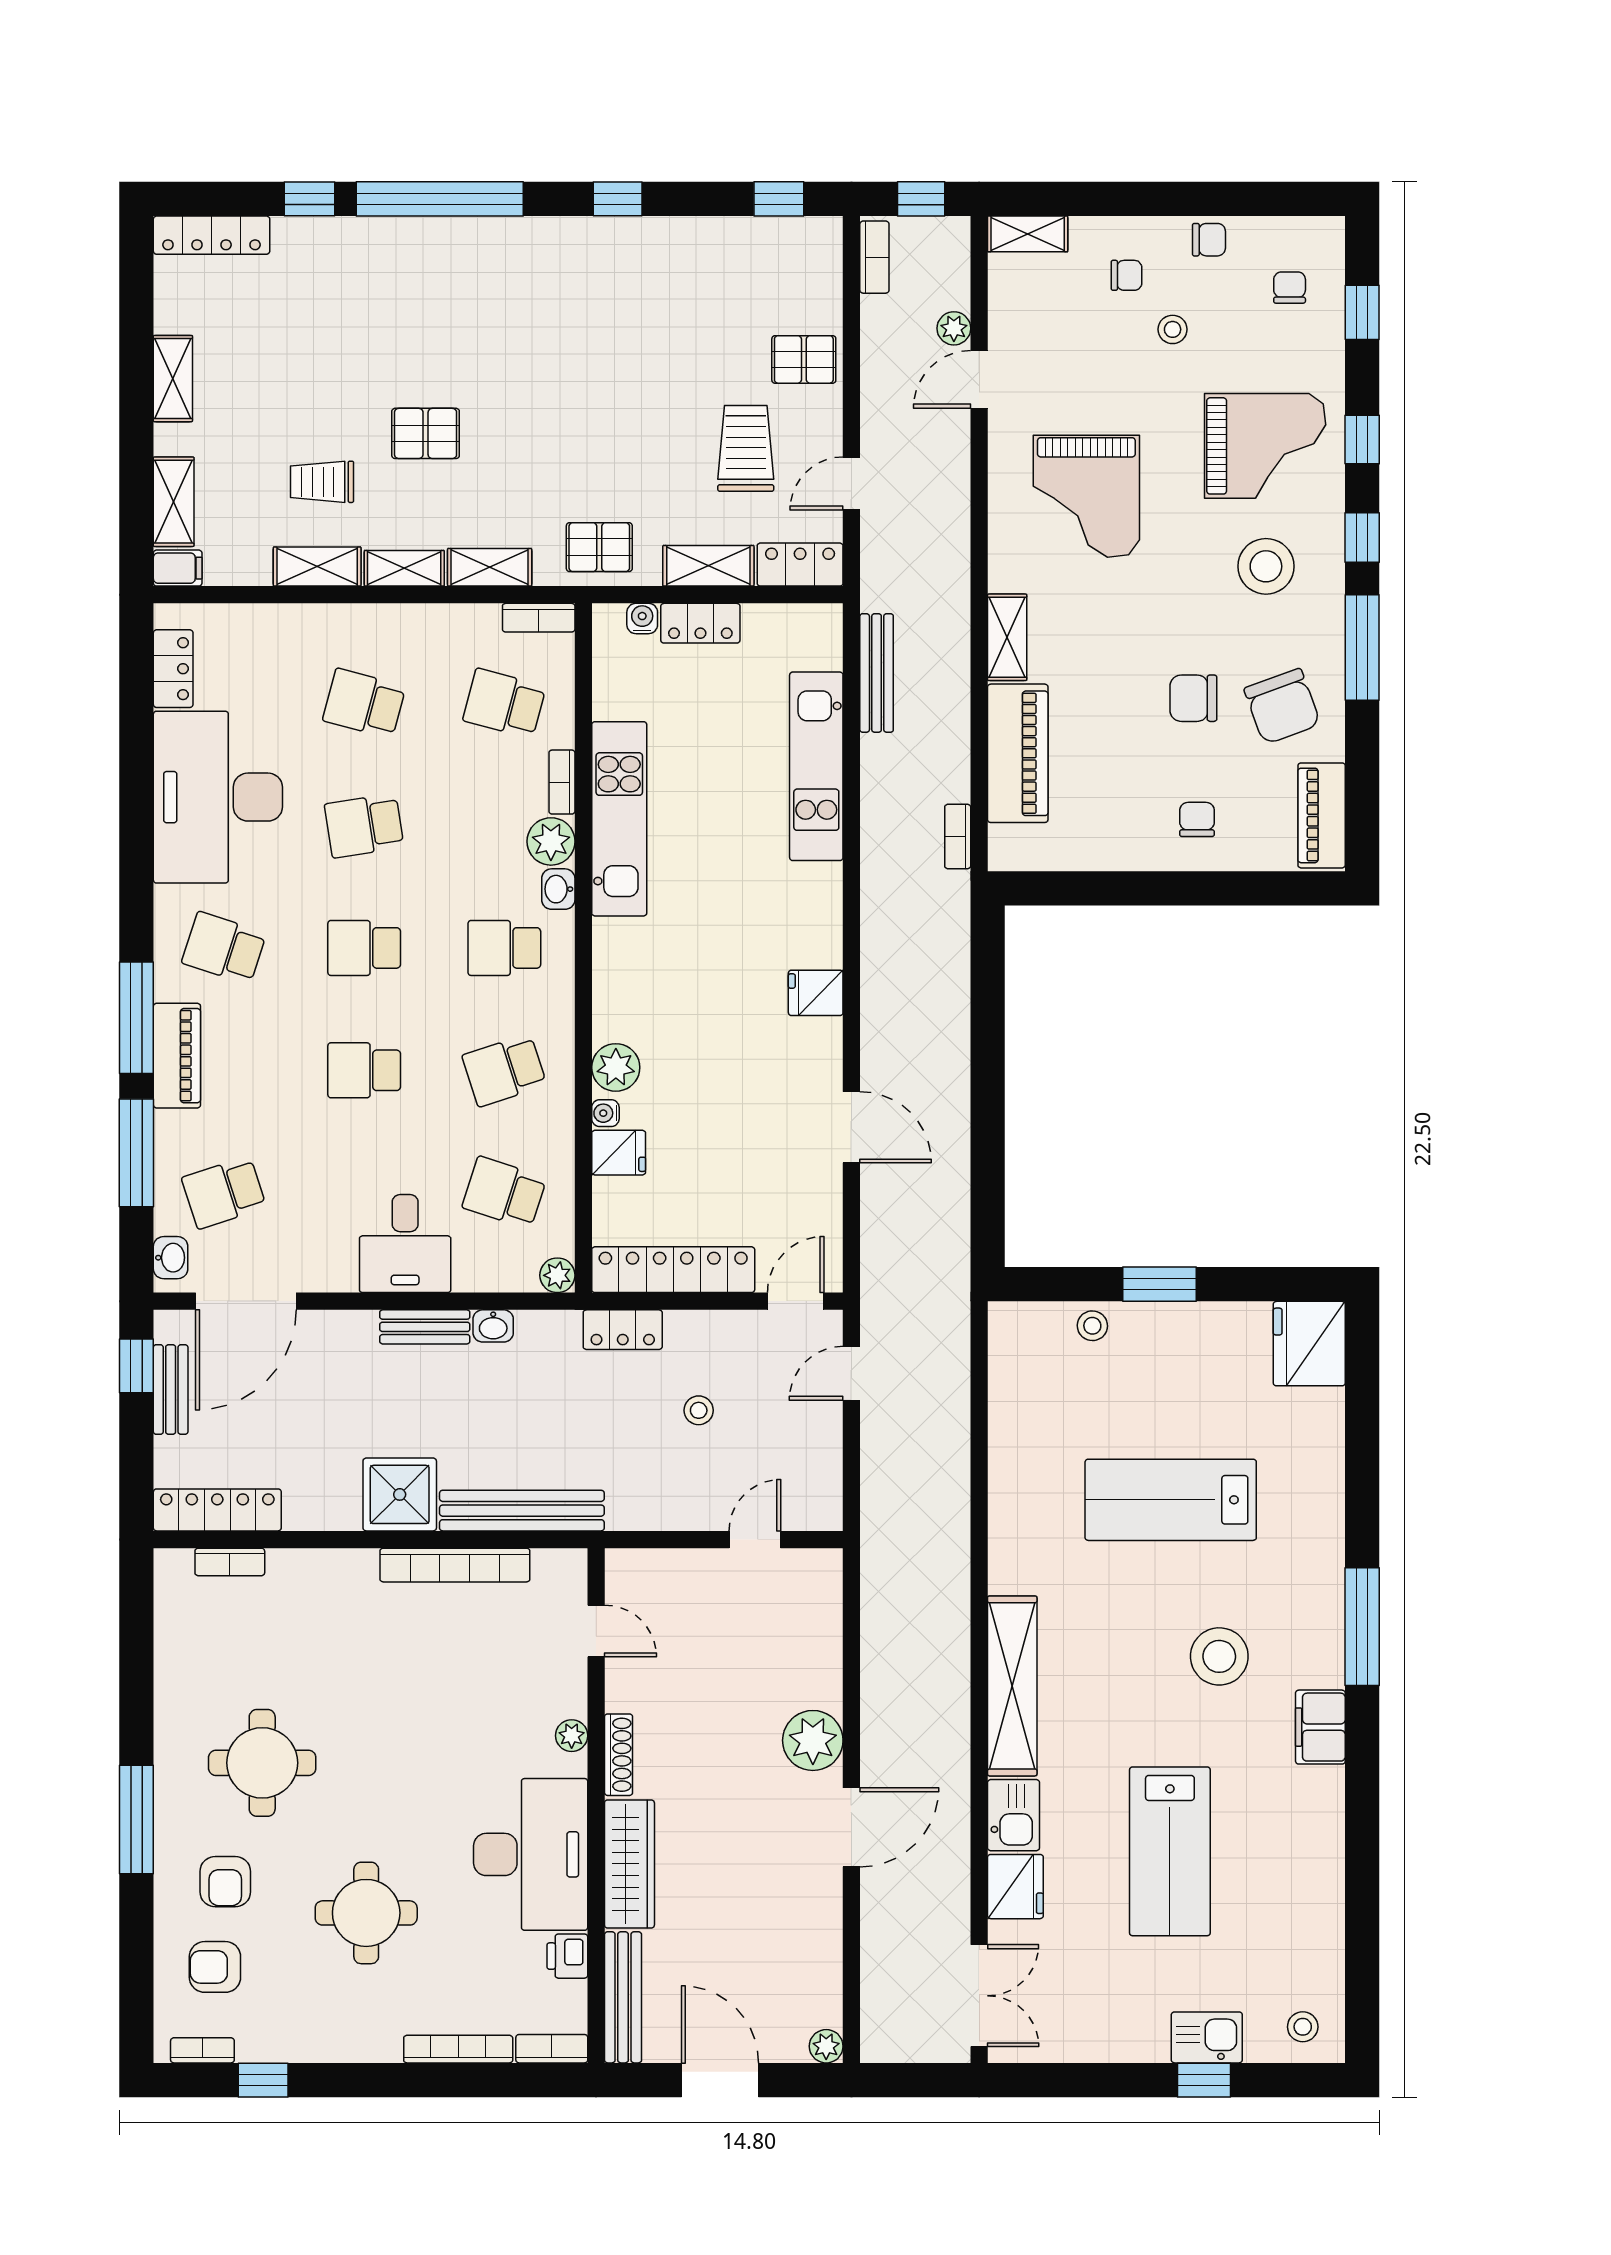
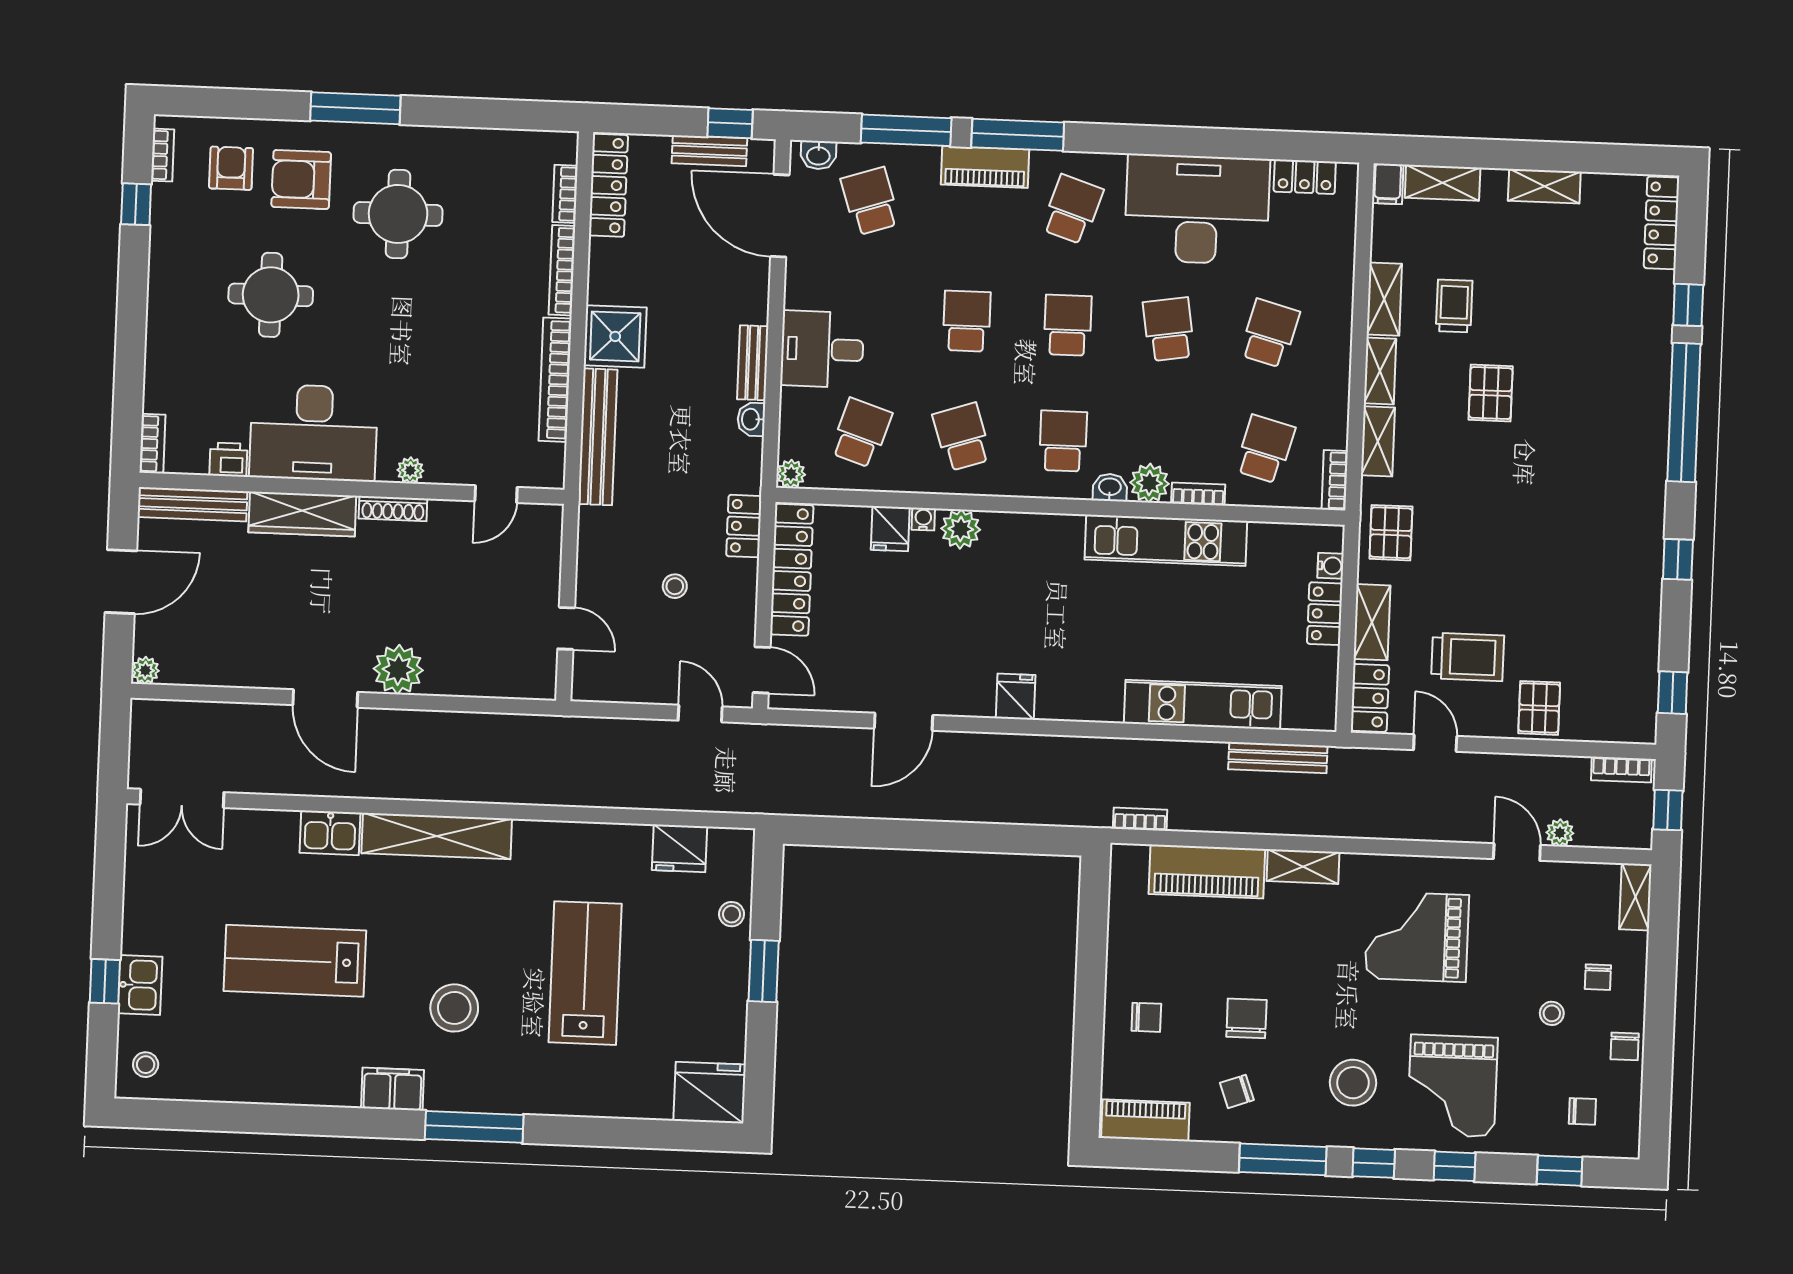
chair: (1282, 706) -> (1237, 1091), width x0.54, depth x0.54
armchair: (225, 1882) -> (301, 180), width x1.38, depth x1.38
fridge: (1015, 1887) -> (679, 848), moved
bookcase: (458, 2049) -> (562, 270), moved, turned 180

